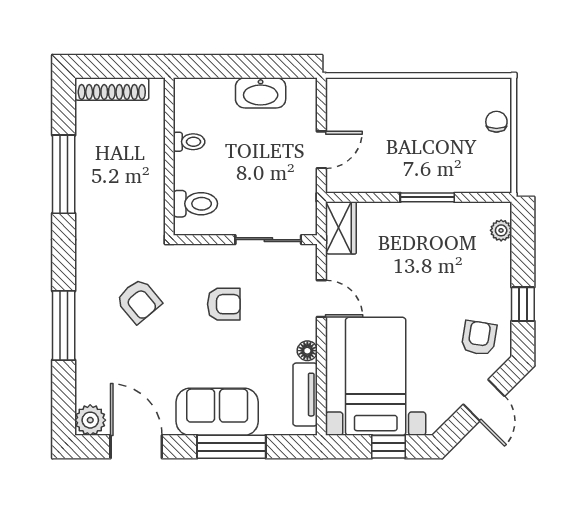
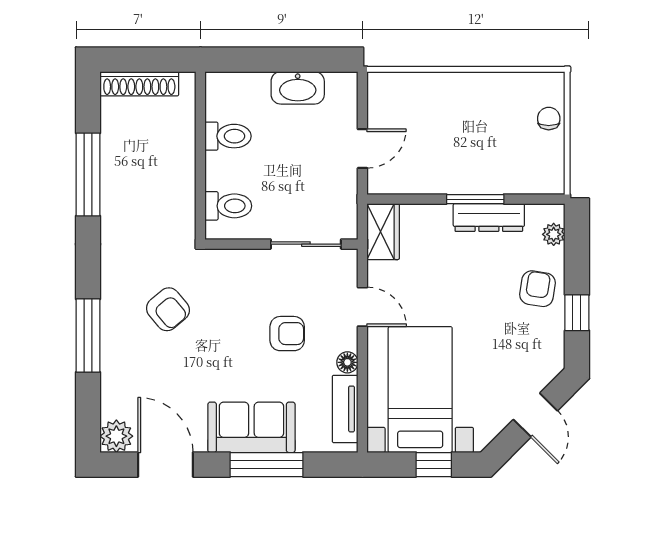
toilet: (189, 142) -> (228, 136), width x1.37, depth x1.39
dresser: (440, 215) -> (489, 218), added
armchair: (224, 304) -> (287, 334), moved
armchair: (479, 338) -> (537, 289), moved

